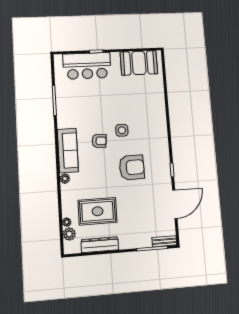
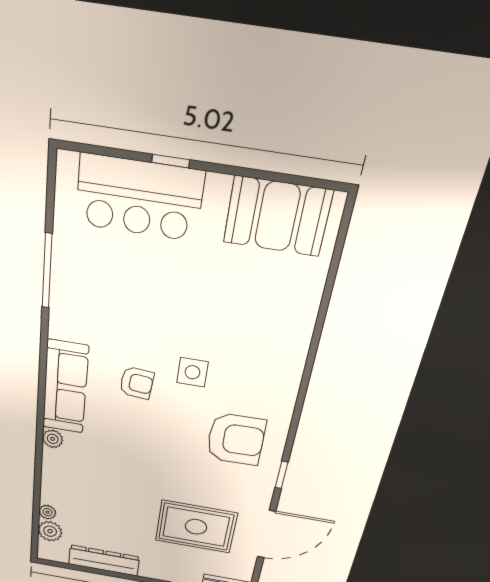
armchair: (132, 167) -> (236, 439), moved
rug: (98, 211) -> (196, 527), moved

